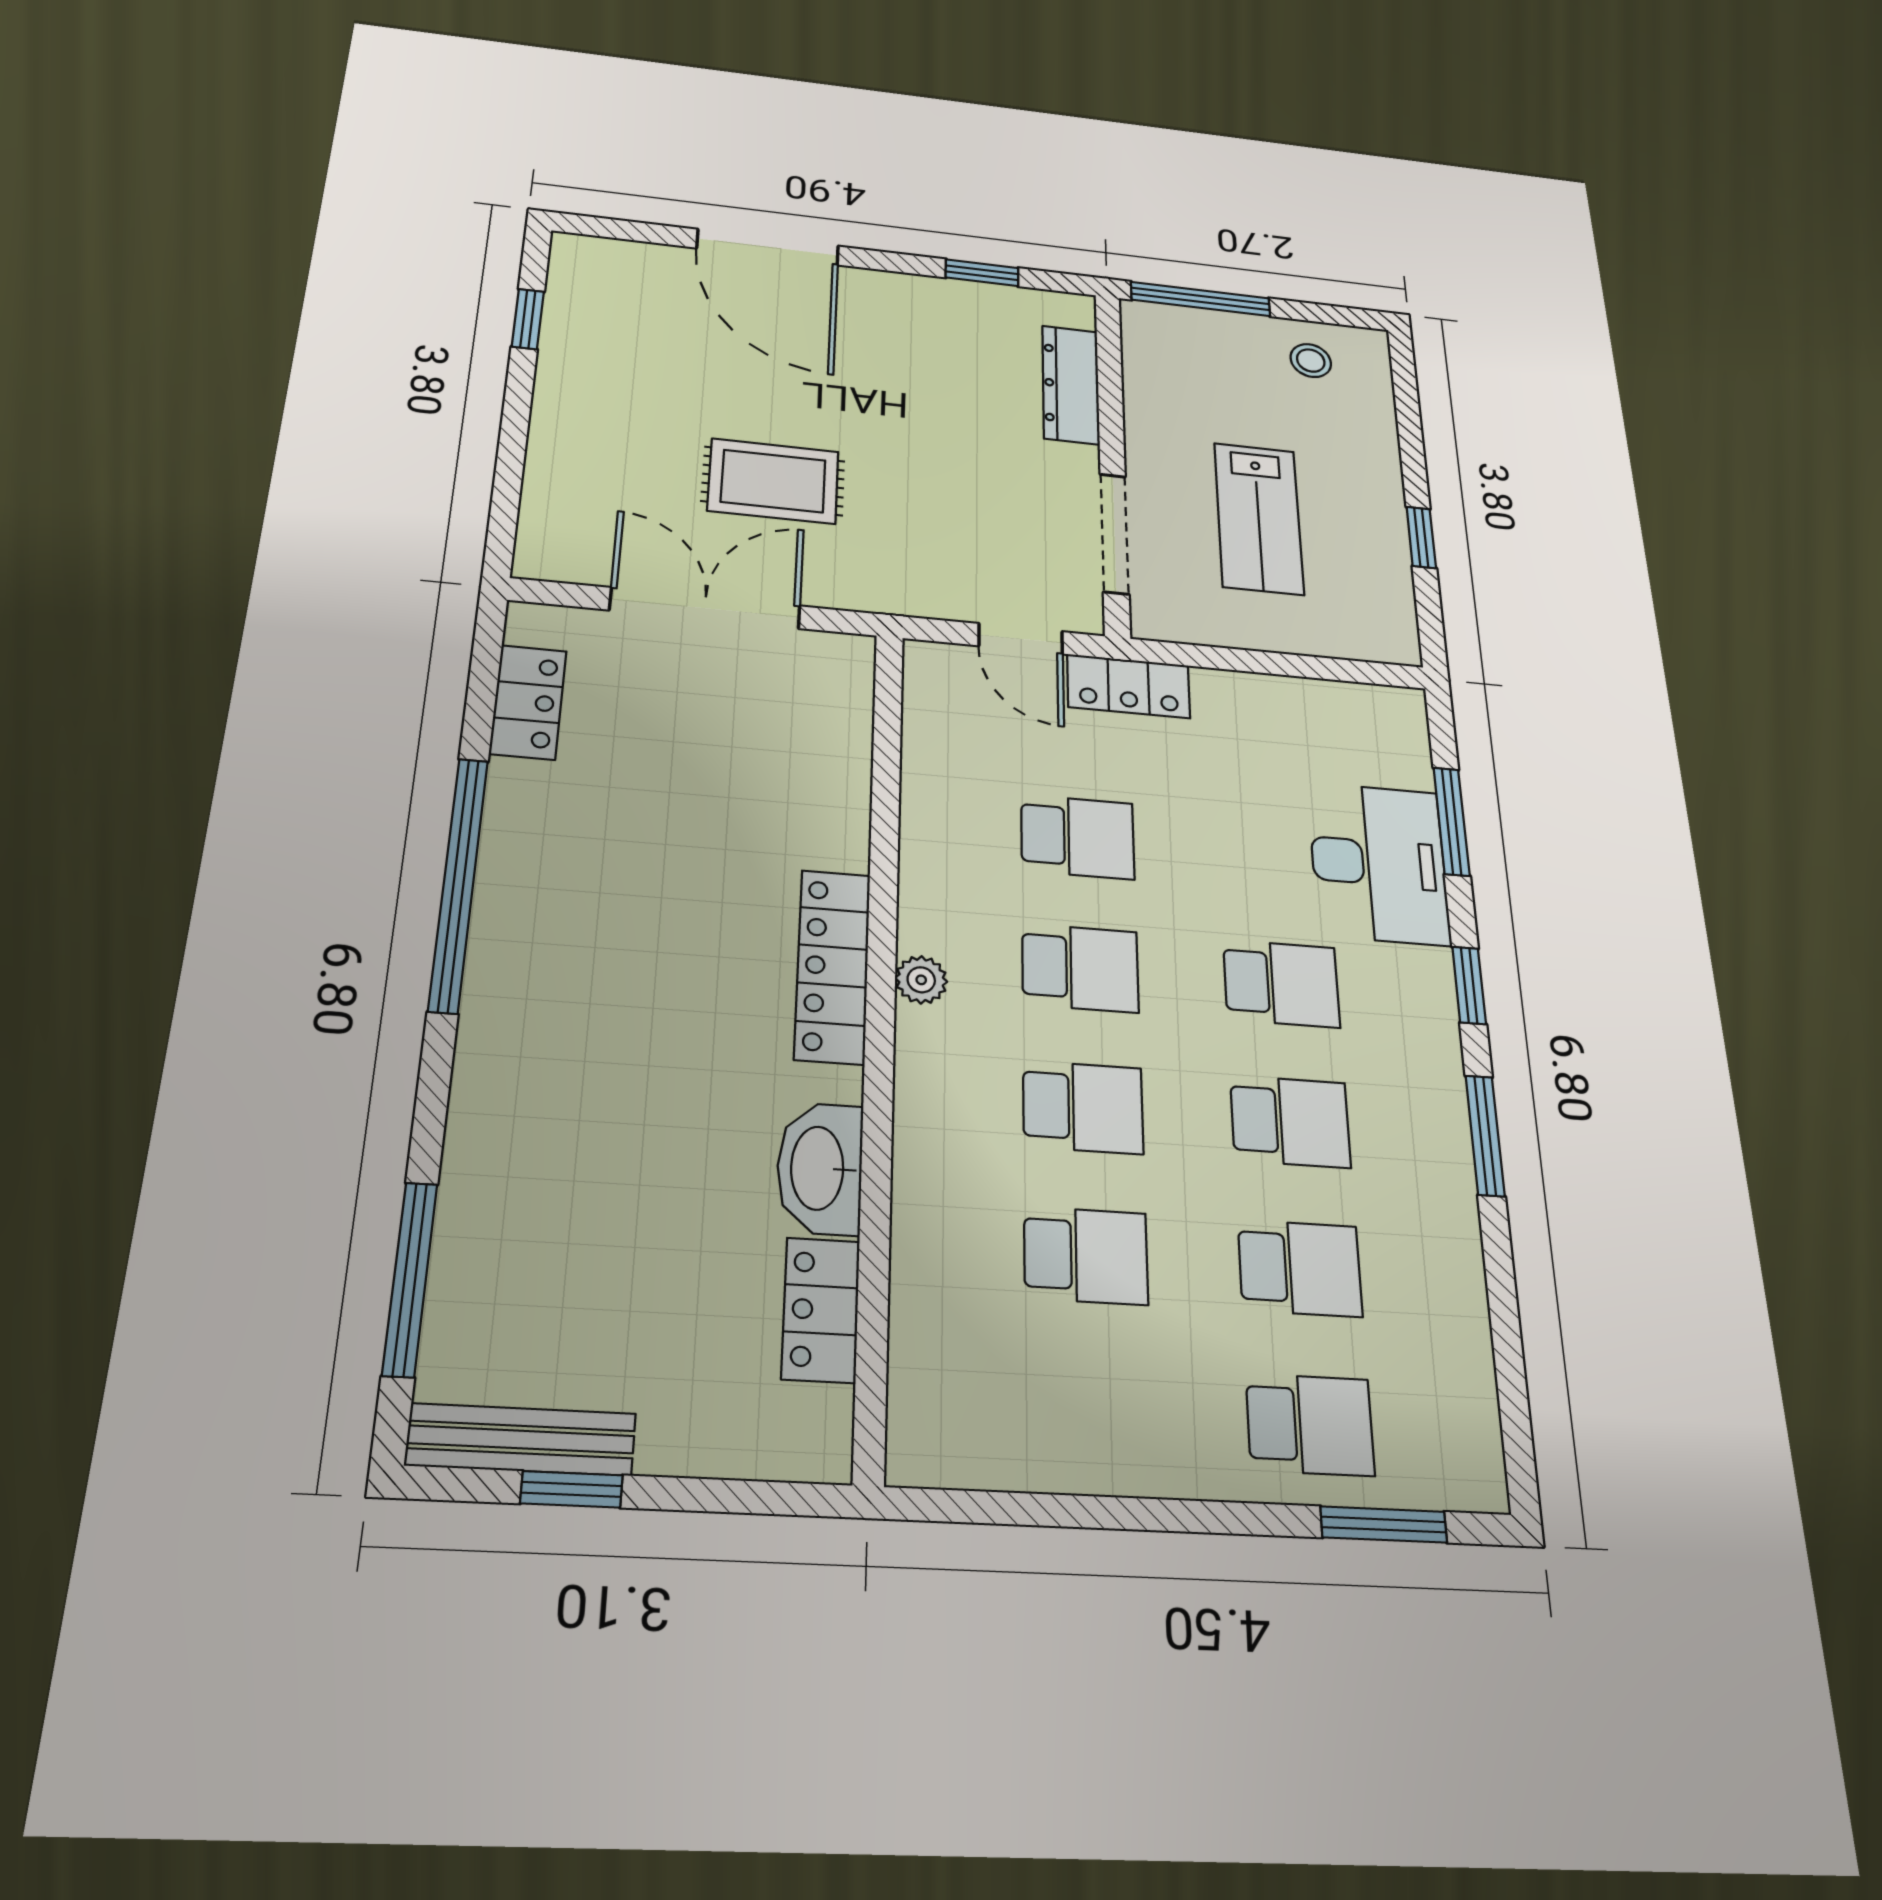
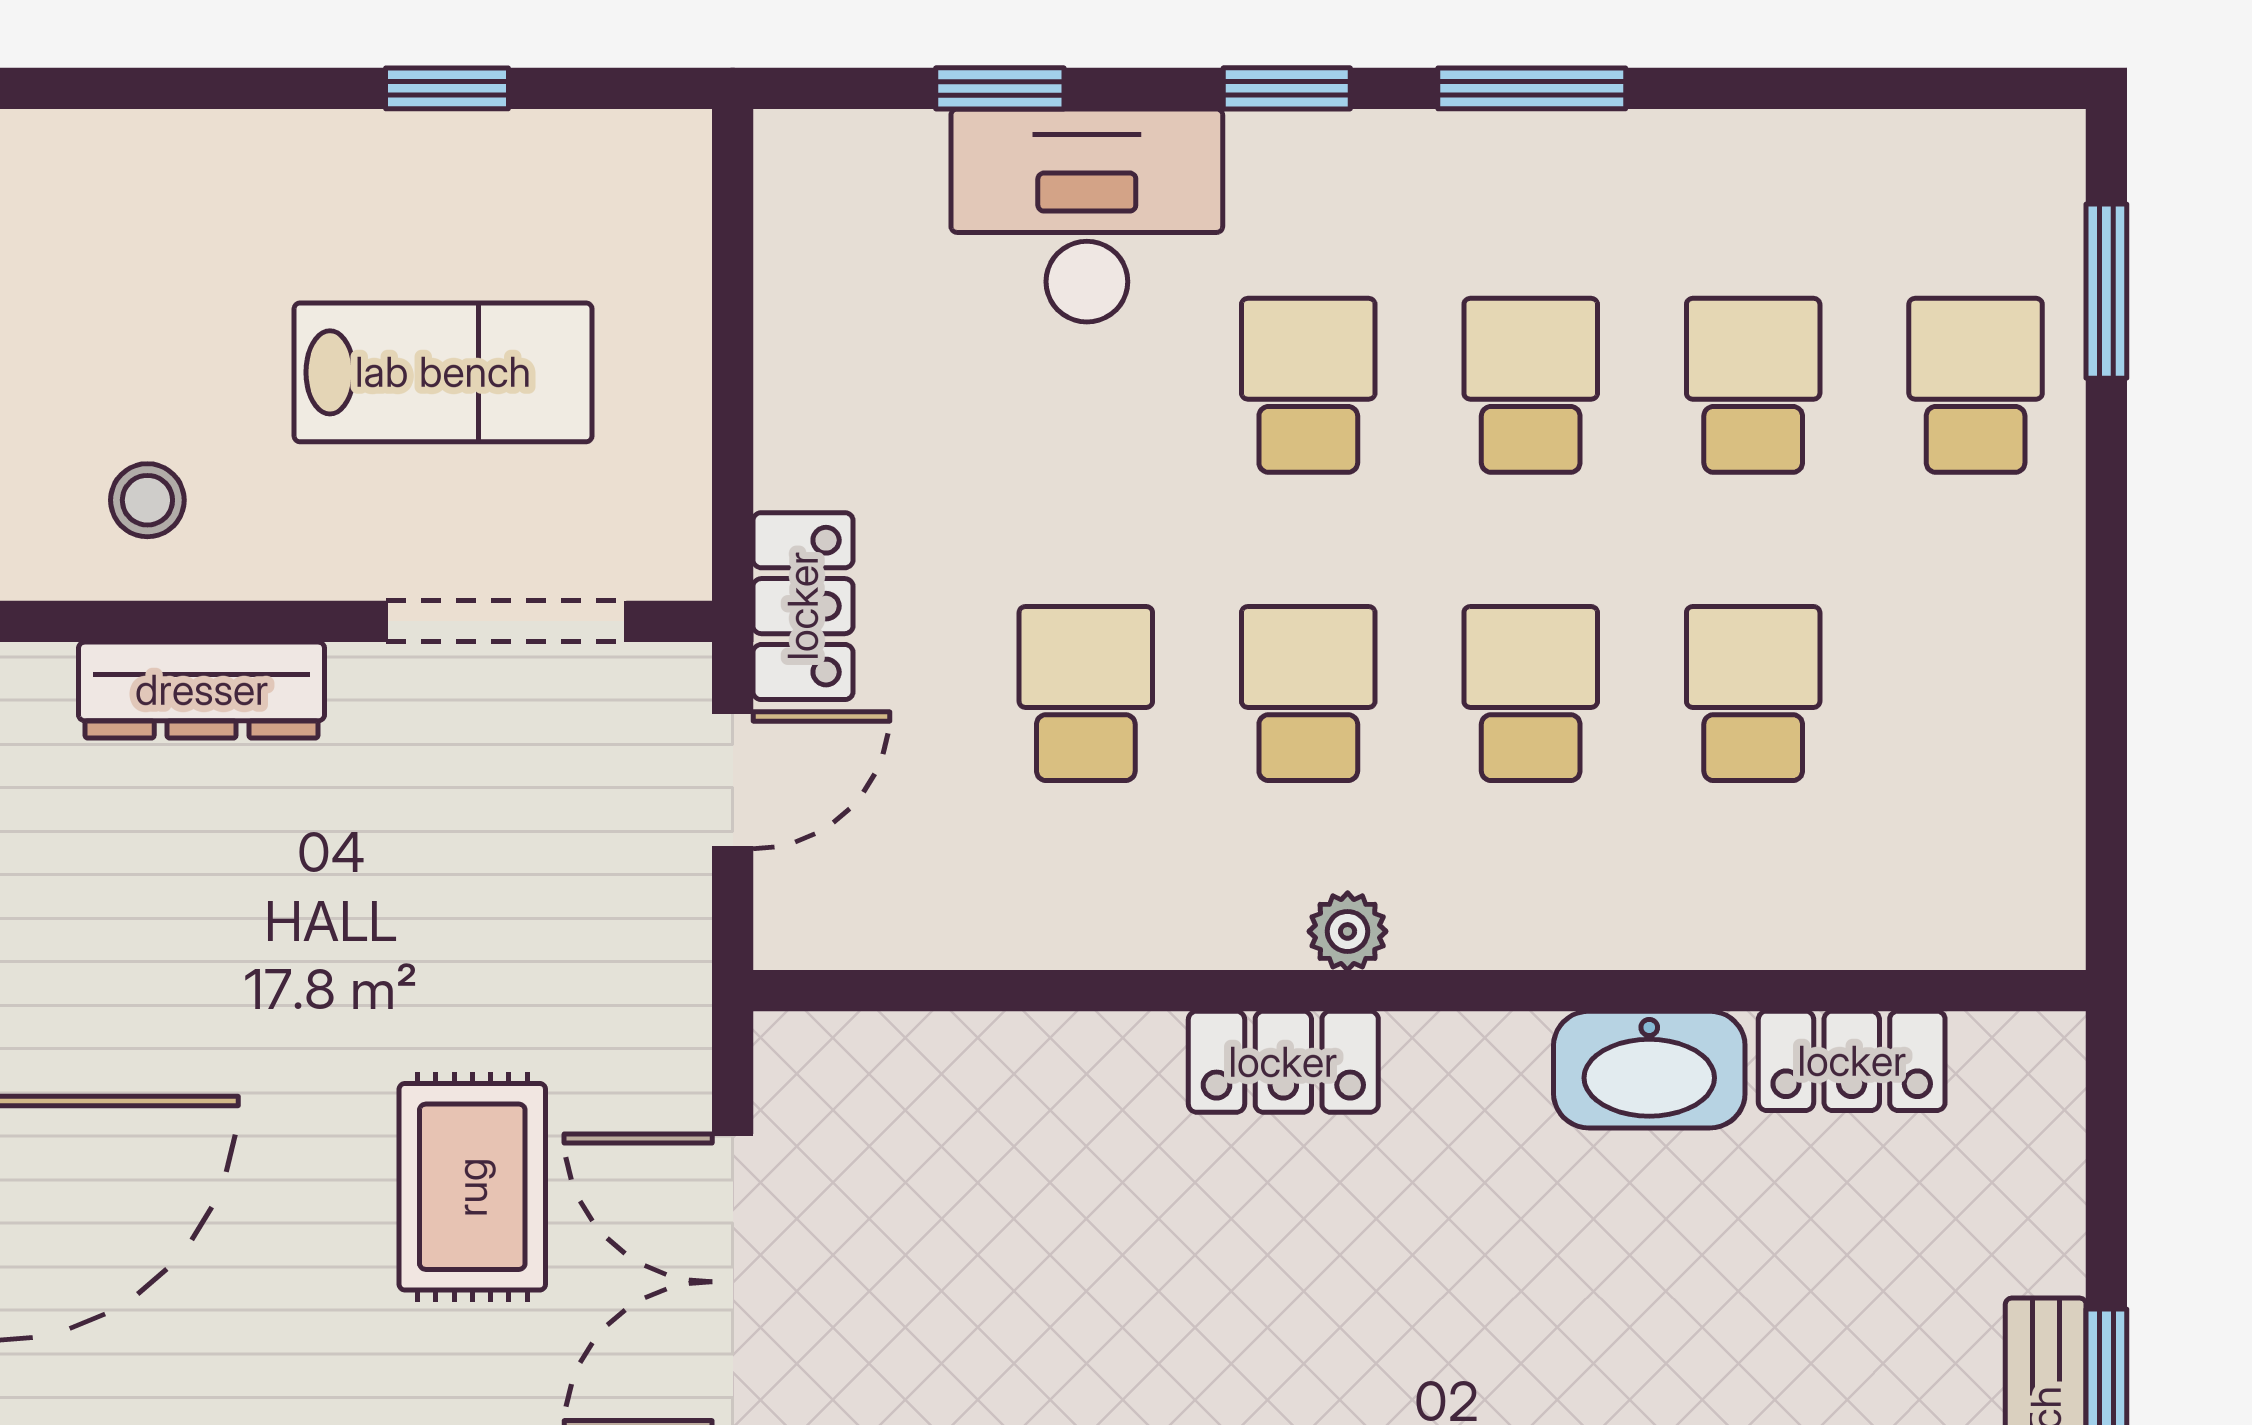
stool: (1311, 361) -> (147, 500), moved
window: (1452, 821) -> (1000, 88), width x0.67
locker: (833, 966) -> (1283, 1062), width x0.66

